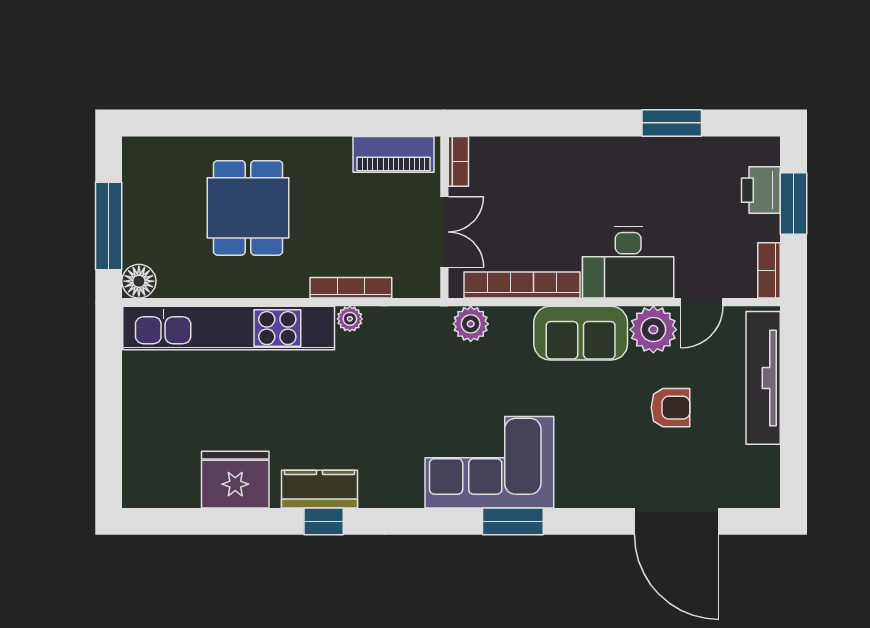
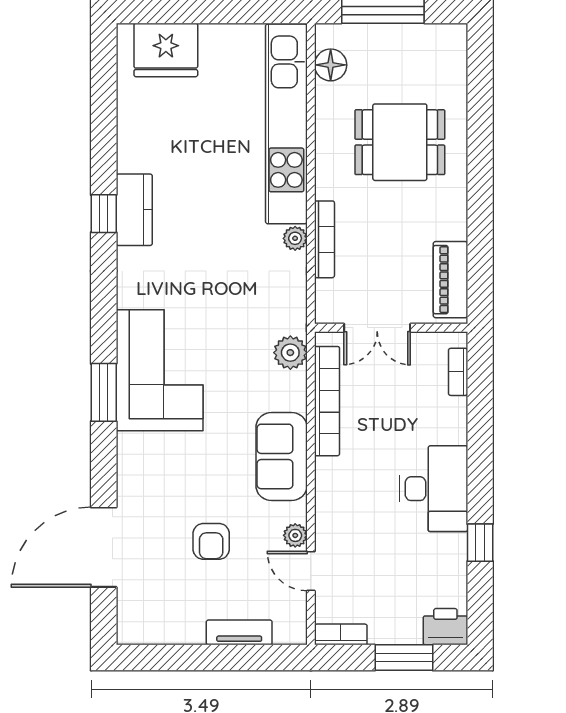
window: (672, 123) -> (480, 543), width x0.67
bookcase: (458, 161) -> (458, 372), moved, turned 90
printer: (761, 190) -> (445, 627), moved
desk: (628, 262) -> (434, 489), moved, turned 180
floor lamp: (139, 281) -> (331, 65), moved
plant: (653, 330) -> (295, 535), width x0.53, depth x0.53
tv unit: (763, 378) -> (239, 632), width x0.52, depth x0.78
fridge: (235, 480) -> (166, 50), moved, turned 90

